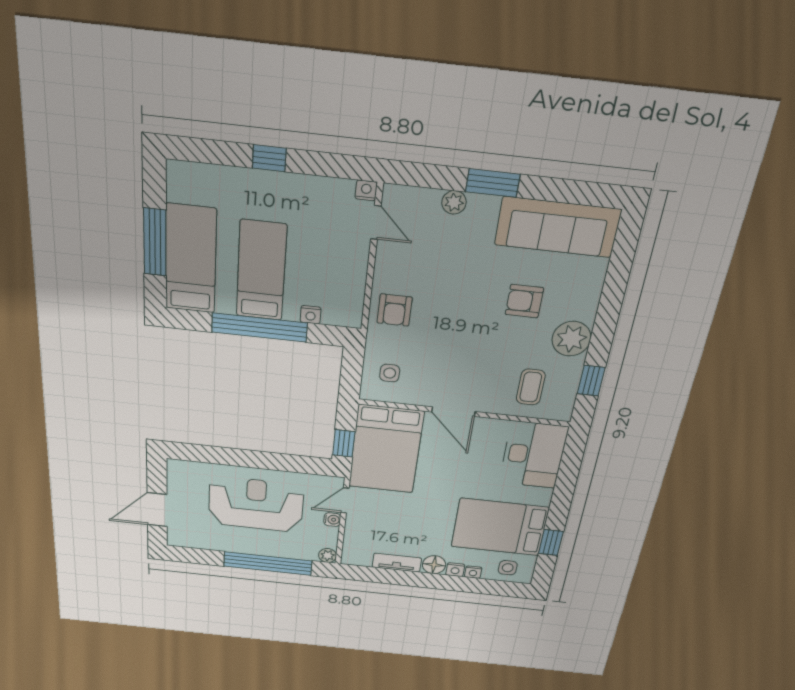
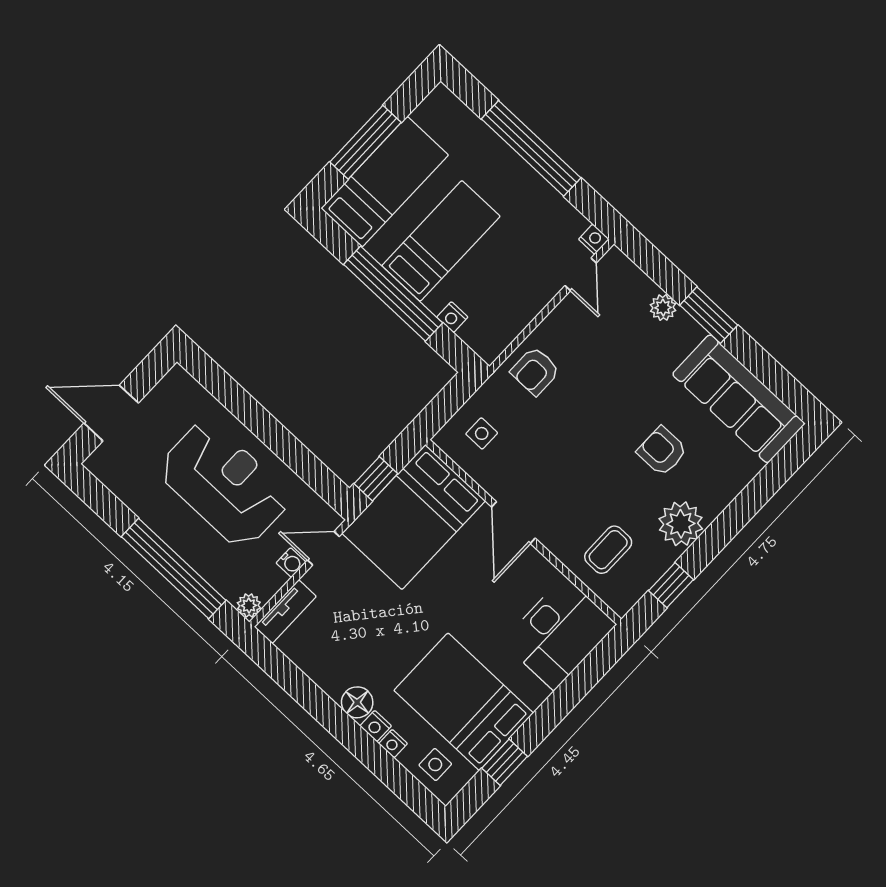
window: (269, 158) -> (531, 148), width x3.17
tv unit: (397, 563) -> (285, 612), moved, turned 90

